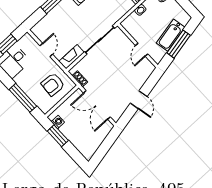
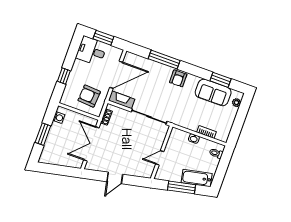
bathtub: (171, 35) -> (197, 178), moved
door: (46, 50) -> (116, 75), width x1.87
window: (23, 98) -> (64, 76), width x0.46
window: (58, 136) -> (43, 134), moved

